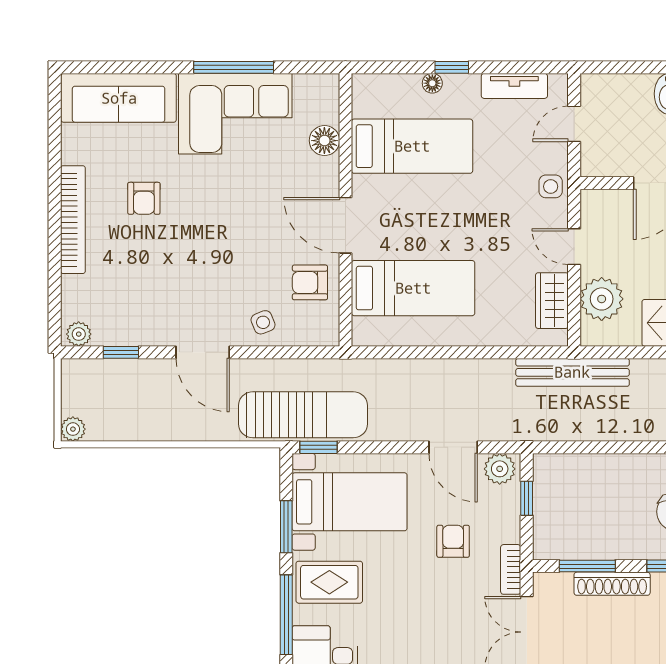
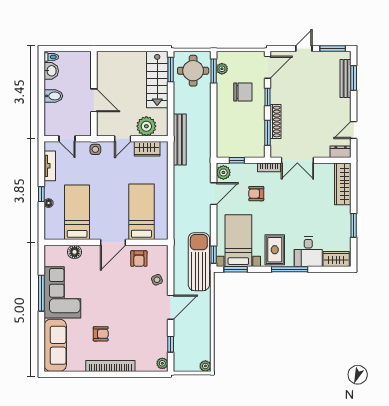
window: (286, 527) -> (236, 269), moved

